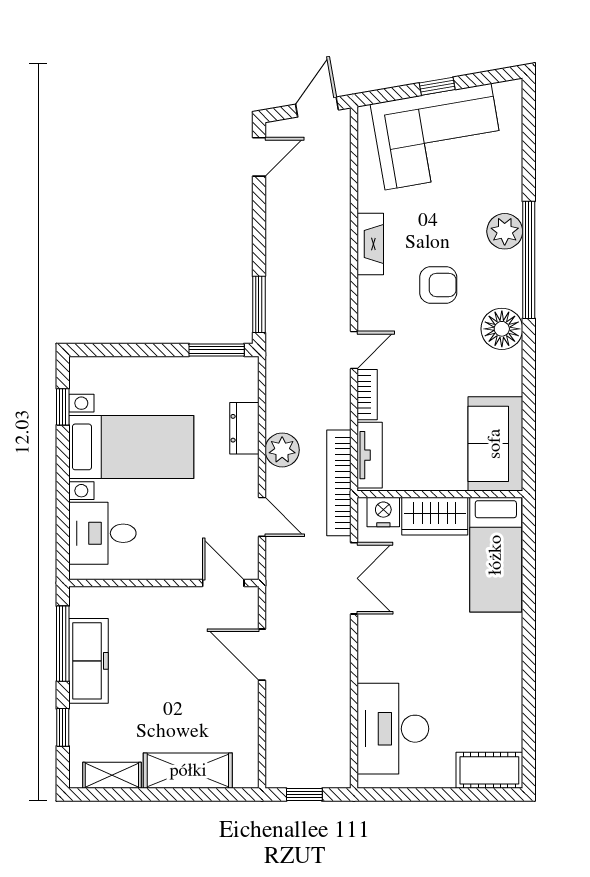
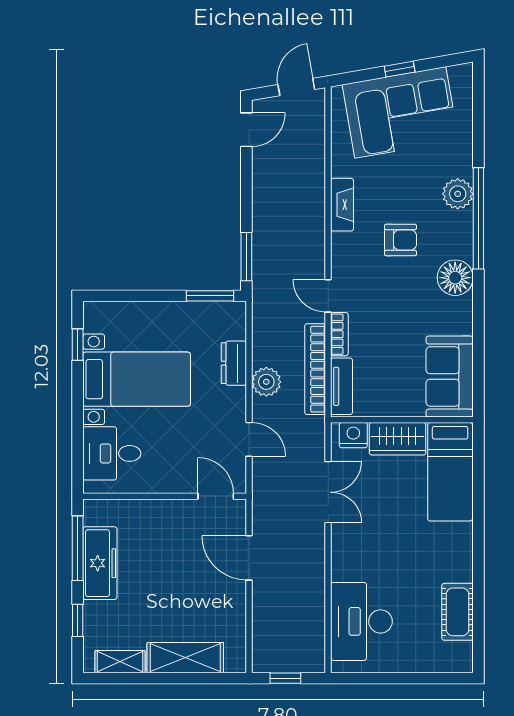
door: (354, 350) -> (328, 296), swing flipped
bookcase: (339, 483) -> (315, 369), moved
cot: (489, 770) -> (458, 612), moved, turned 90

